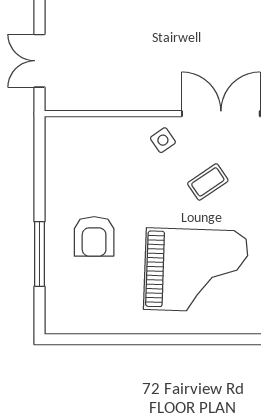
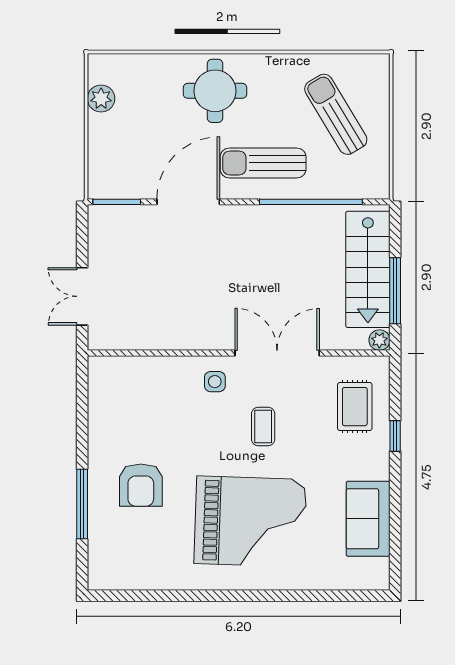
side table: (163, 140) -> (215, 382), turned 35
coffee table: (208, 182) -> (263, 427), turned -56

